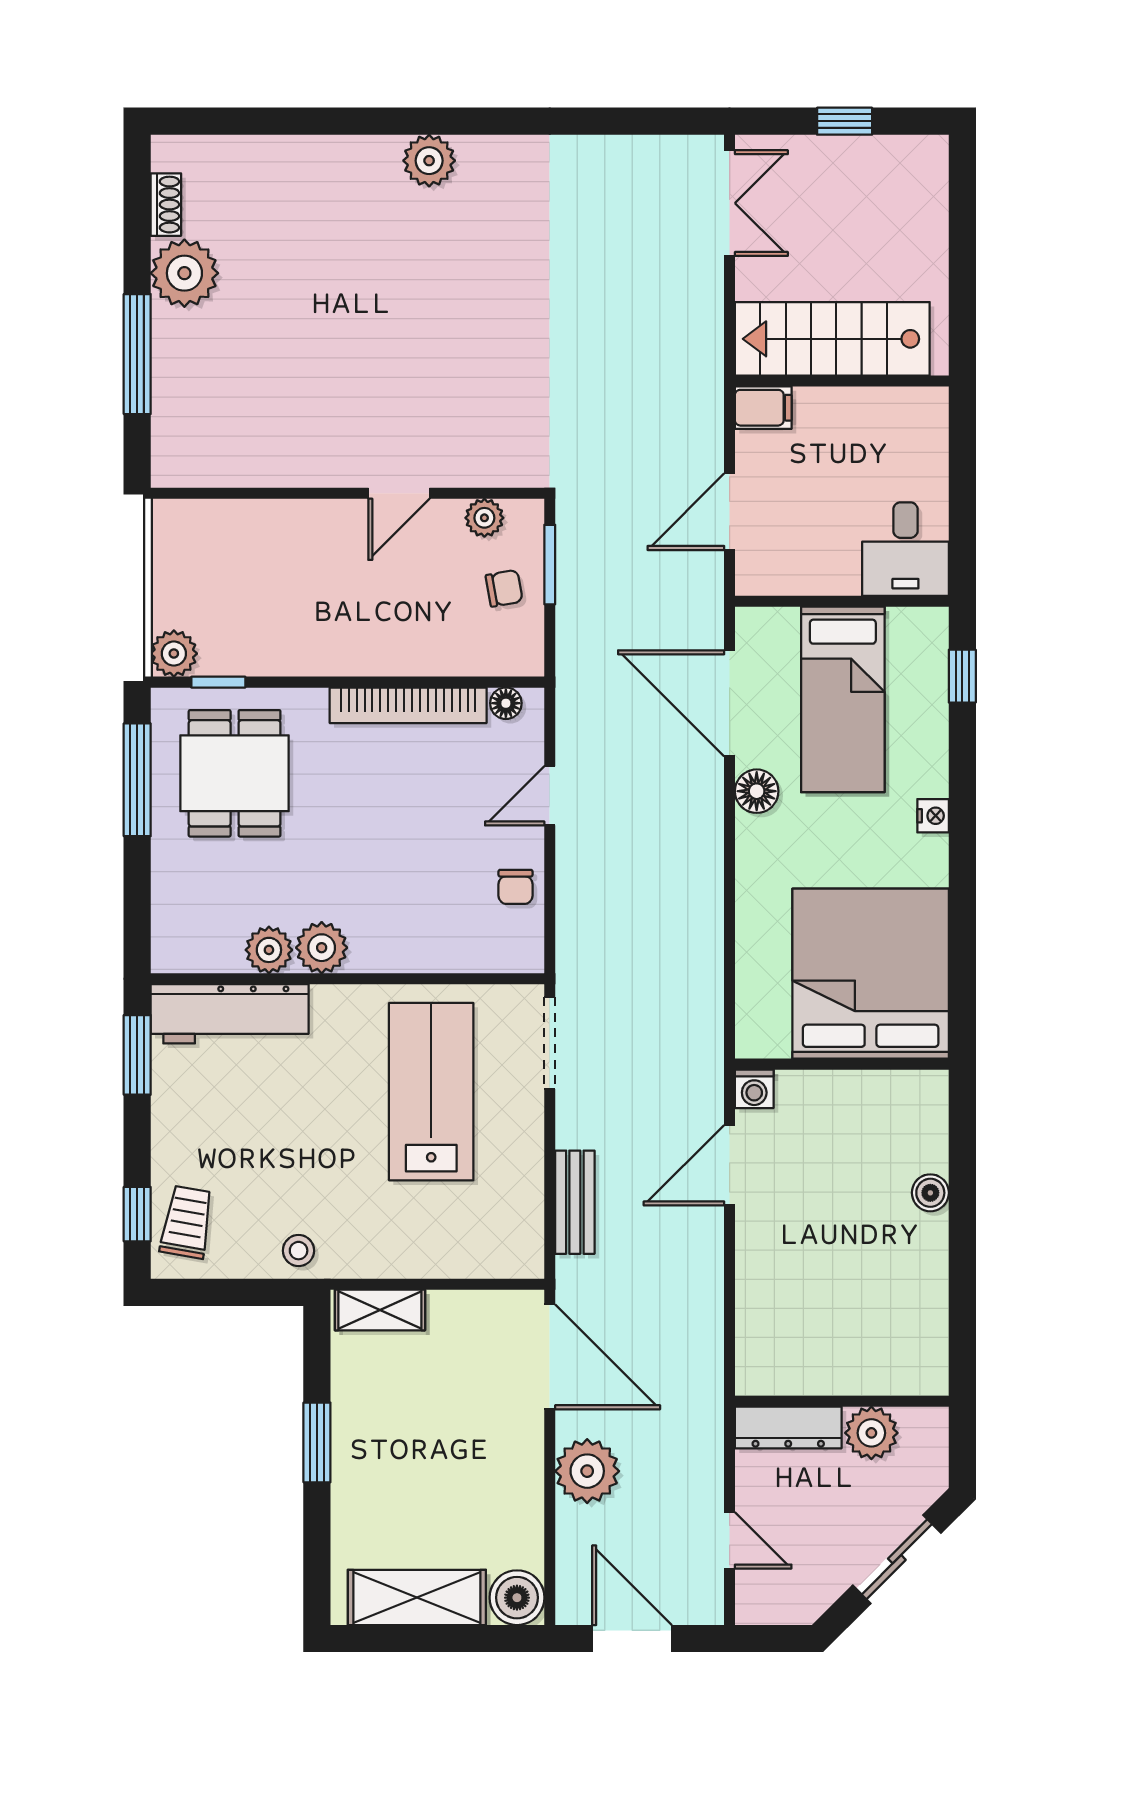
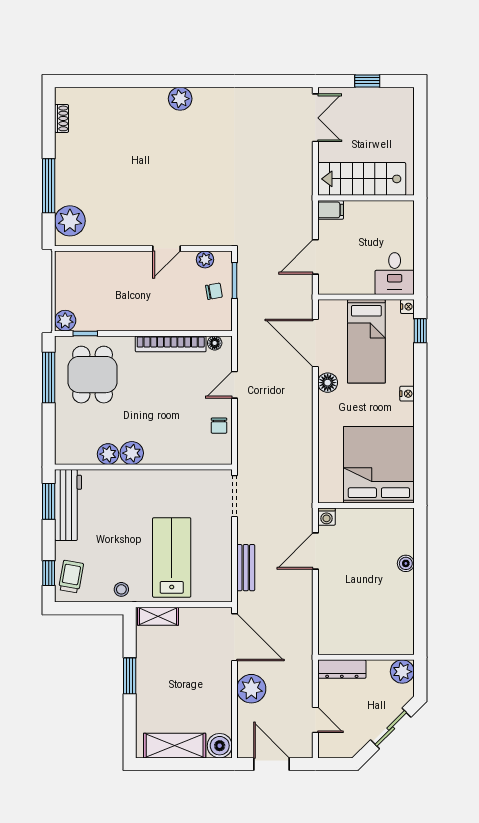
plant: (184, 273) -> (70, 221), moved
nightstand: (934, 622) -> (407, 307), added
workbench: (230, 1014) -> (68, 505), moved, turned -90
lab bench: (431, 1092) -> (172, 557), moved
plant: (871, 1433) -> (402, 672), moved

